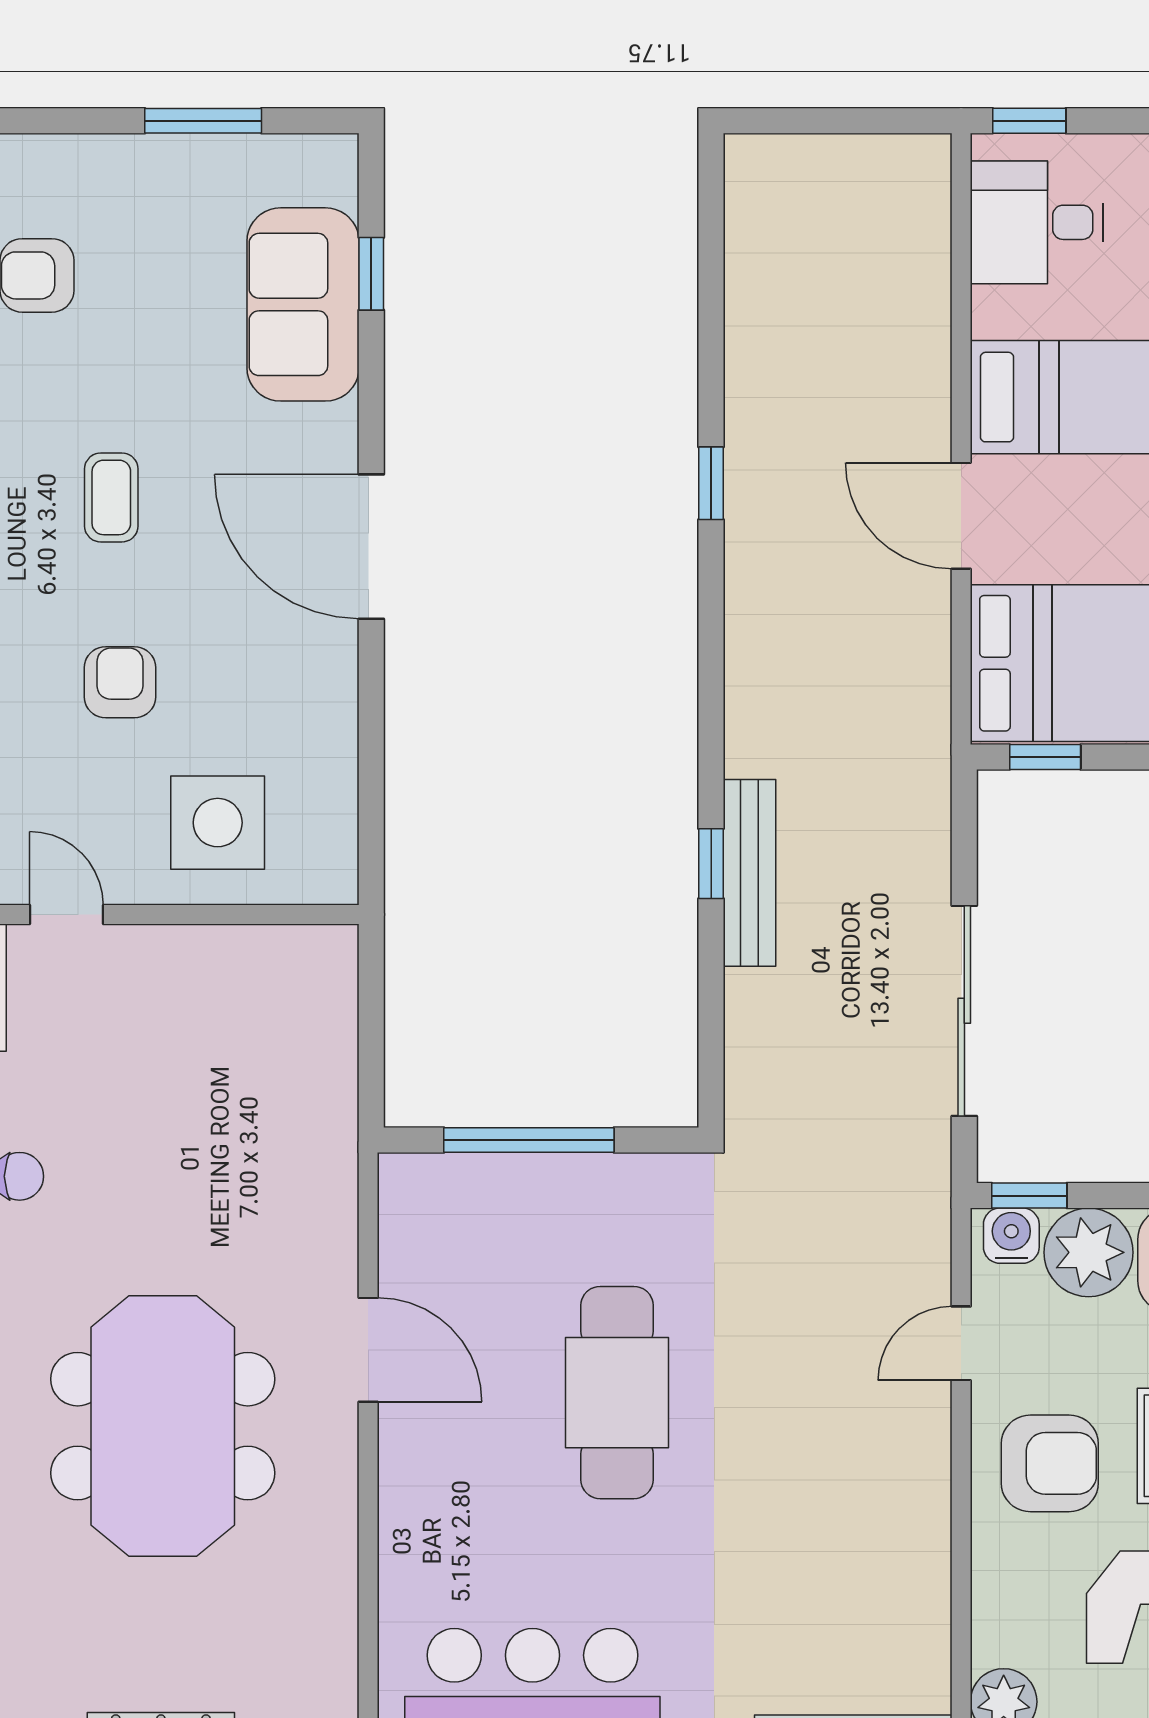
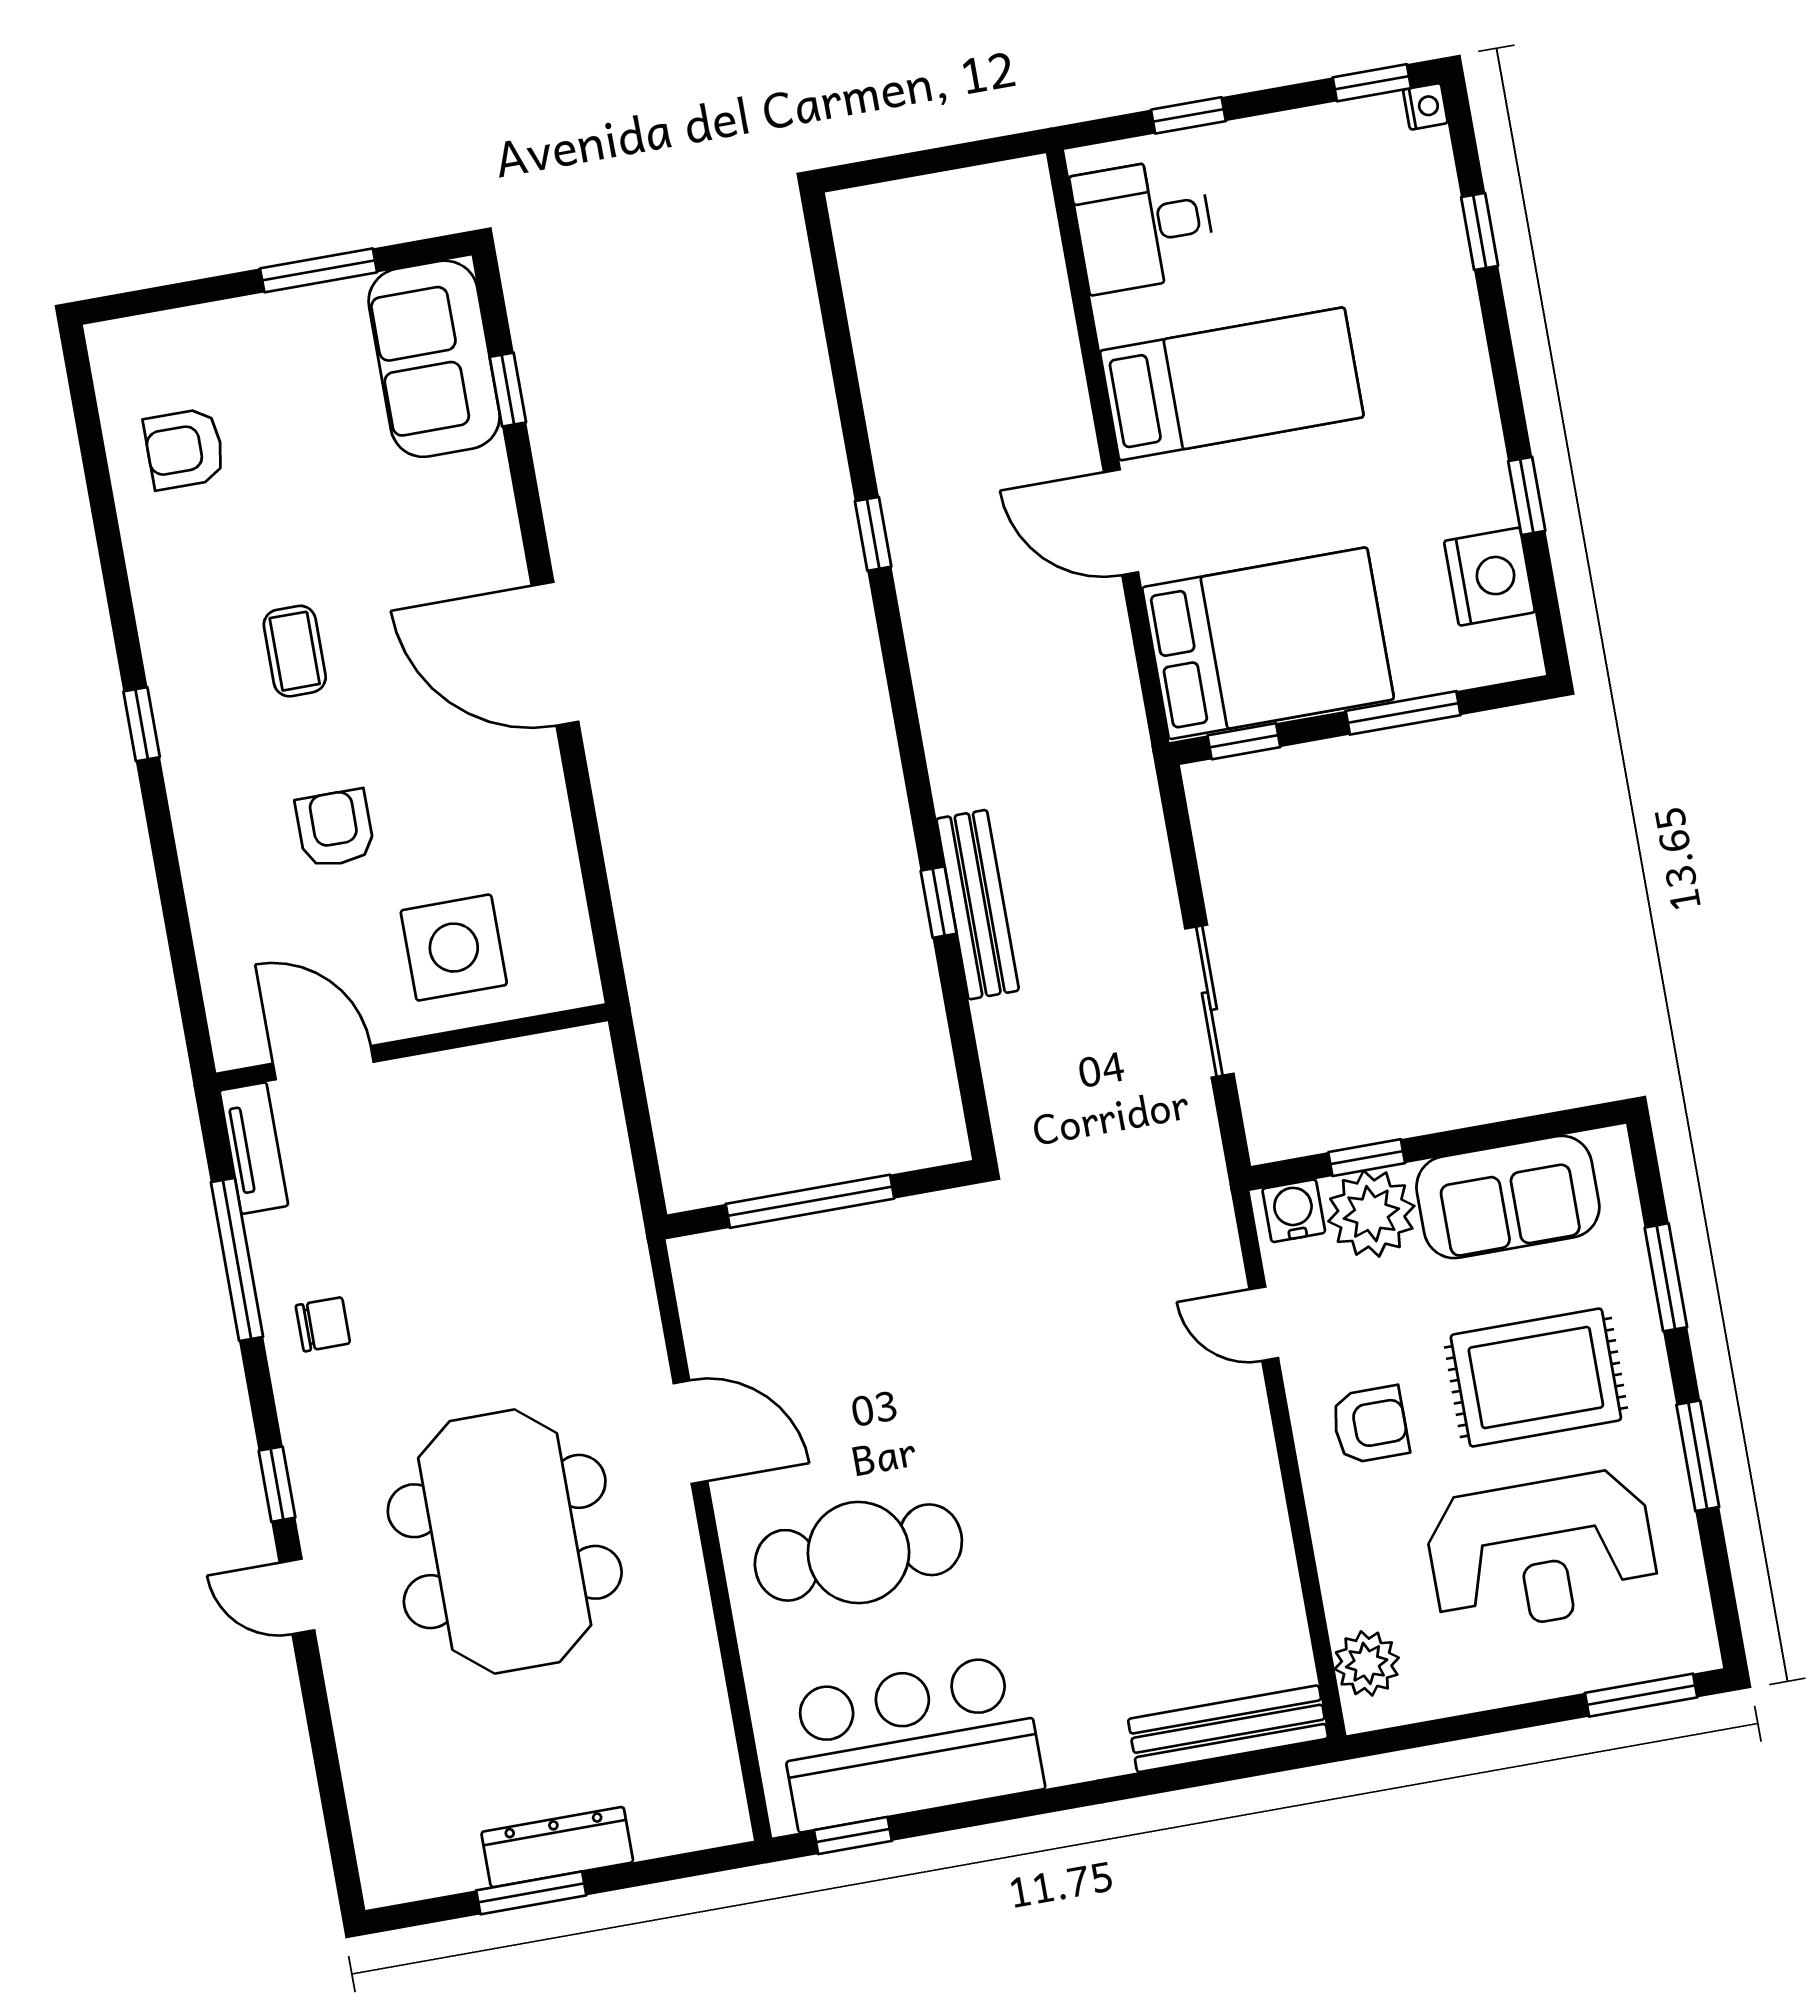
window: (1029, 121) -> (1188, 115), moved
sofa: (303, 304) -> (434, 359), moved
door: (66, 914) -> (323, 1063), width x1.38
sliding door: (964, 1011) -> (1209, 1001), width x0.73
window: (1029, 1196) -> (1367, 1158), moved
door: (961, 1343) -> (1264, 1324), hinge flipped
cafe table: (617, 1393) -> (858, 1553), moved, turned 90
armchair: (1050, 1463) -> (1370, 1425), width x0.72, depth x0.72

